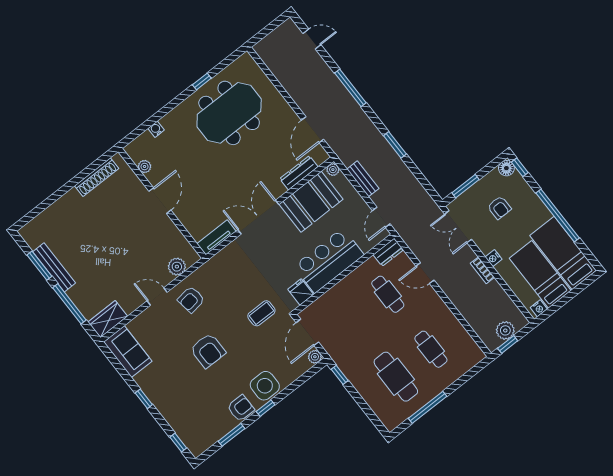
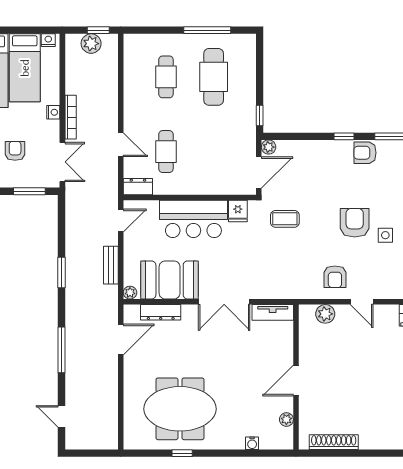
bookcase: (482, 270) -> (71, 117), width x1.56
armchair: (191, 300) -> (335, 277), turned 98
side table: (265, 386) -> (385, 235), moved, width x0.54, depth x0.54

